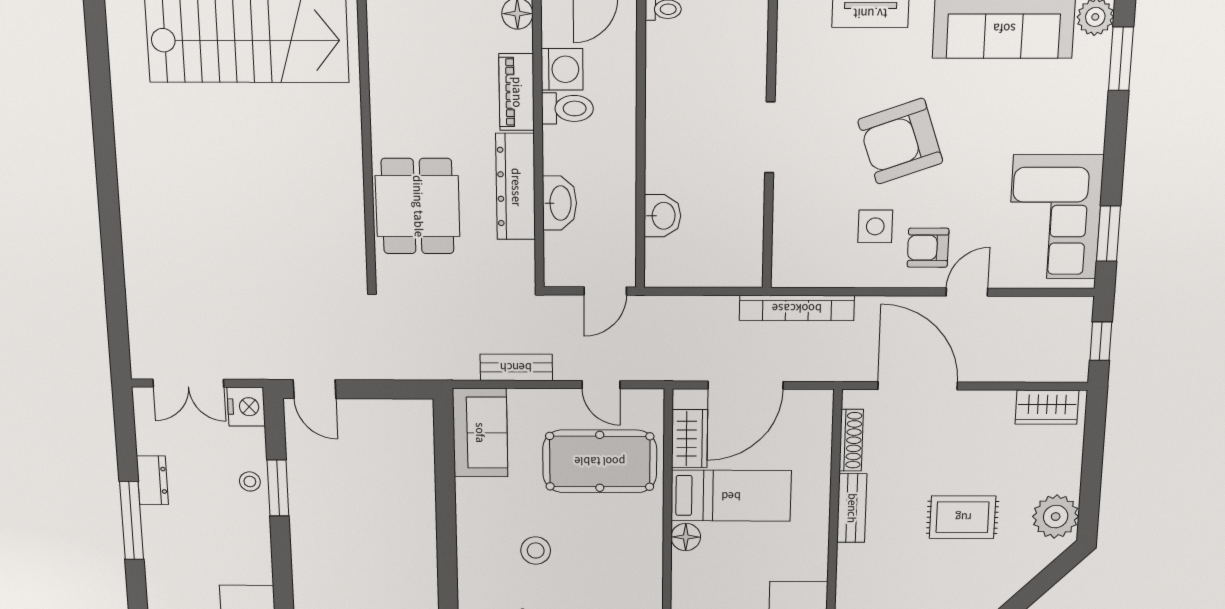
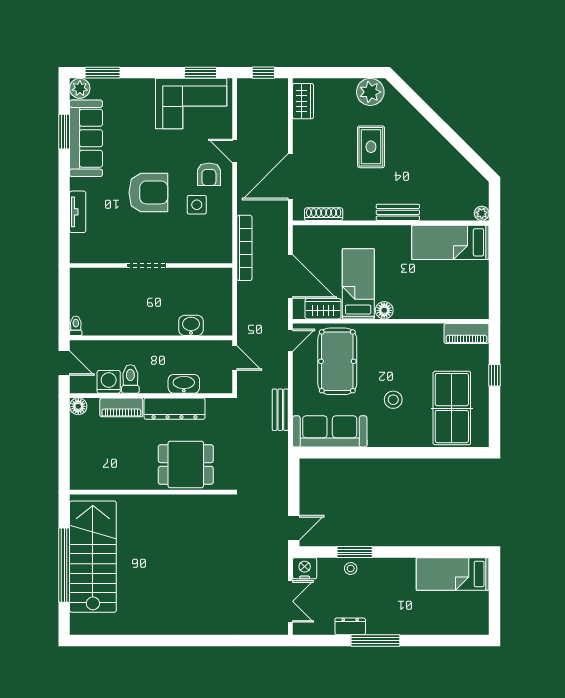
armchair: (900, 141) -> (148, 192), turned -71
door: (601, 385) -> (290, 340), moved
sofa: (480, 433) -> (330, 431), width x1.36
bench: (852, 508) -> (398, 212), moved

